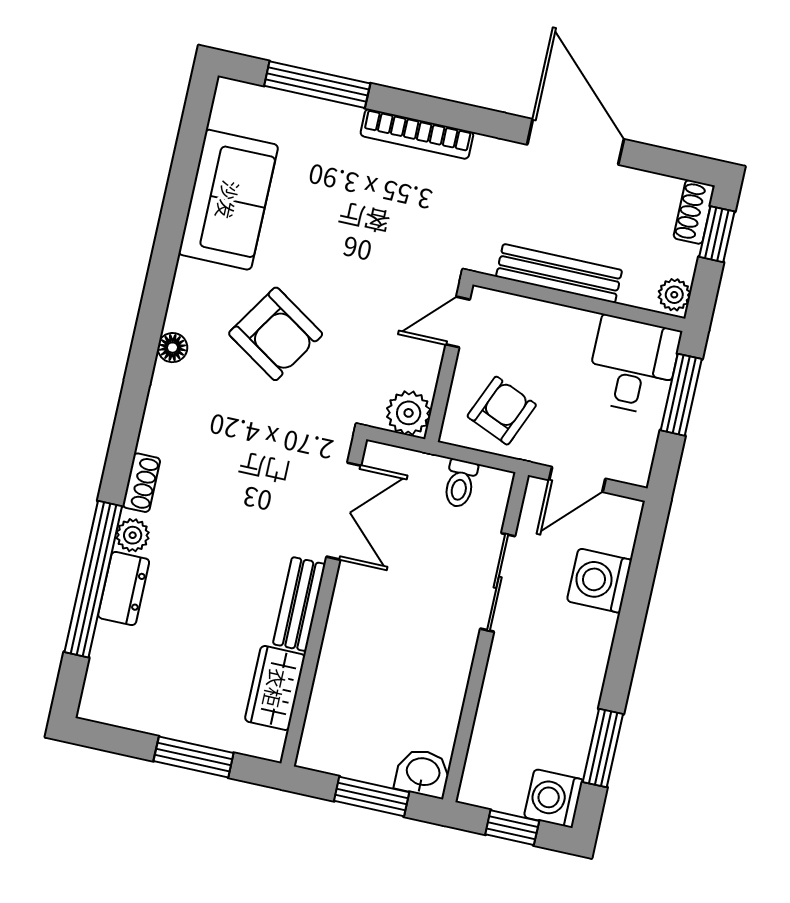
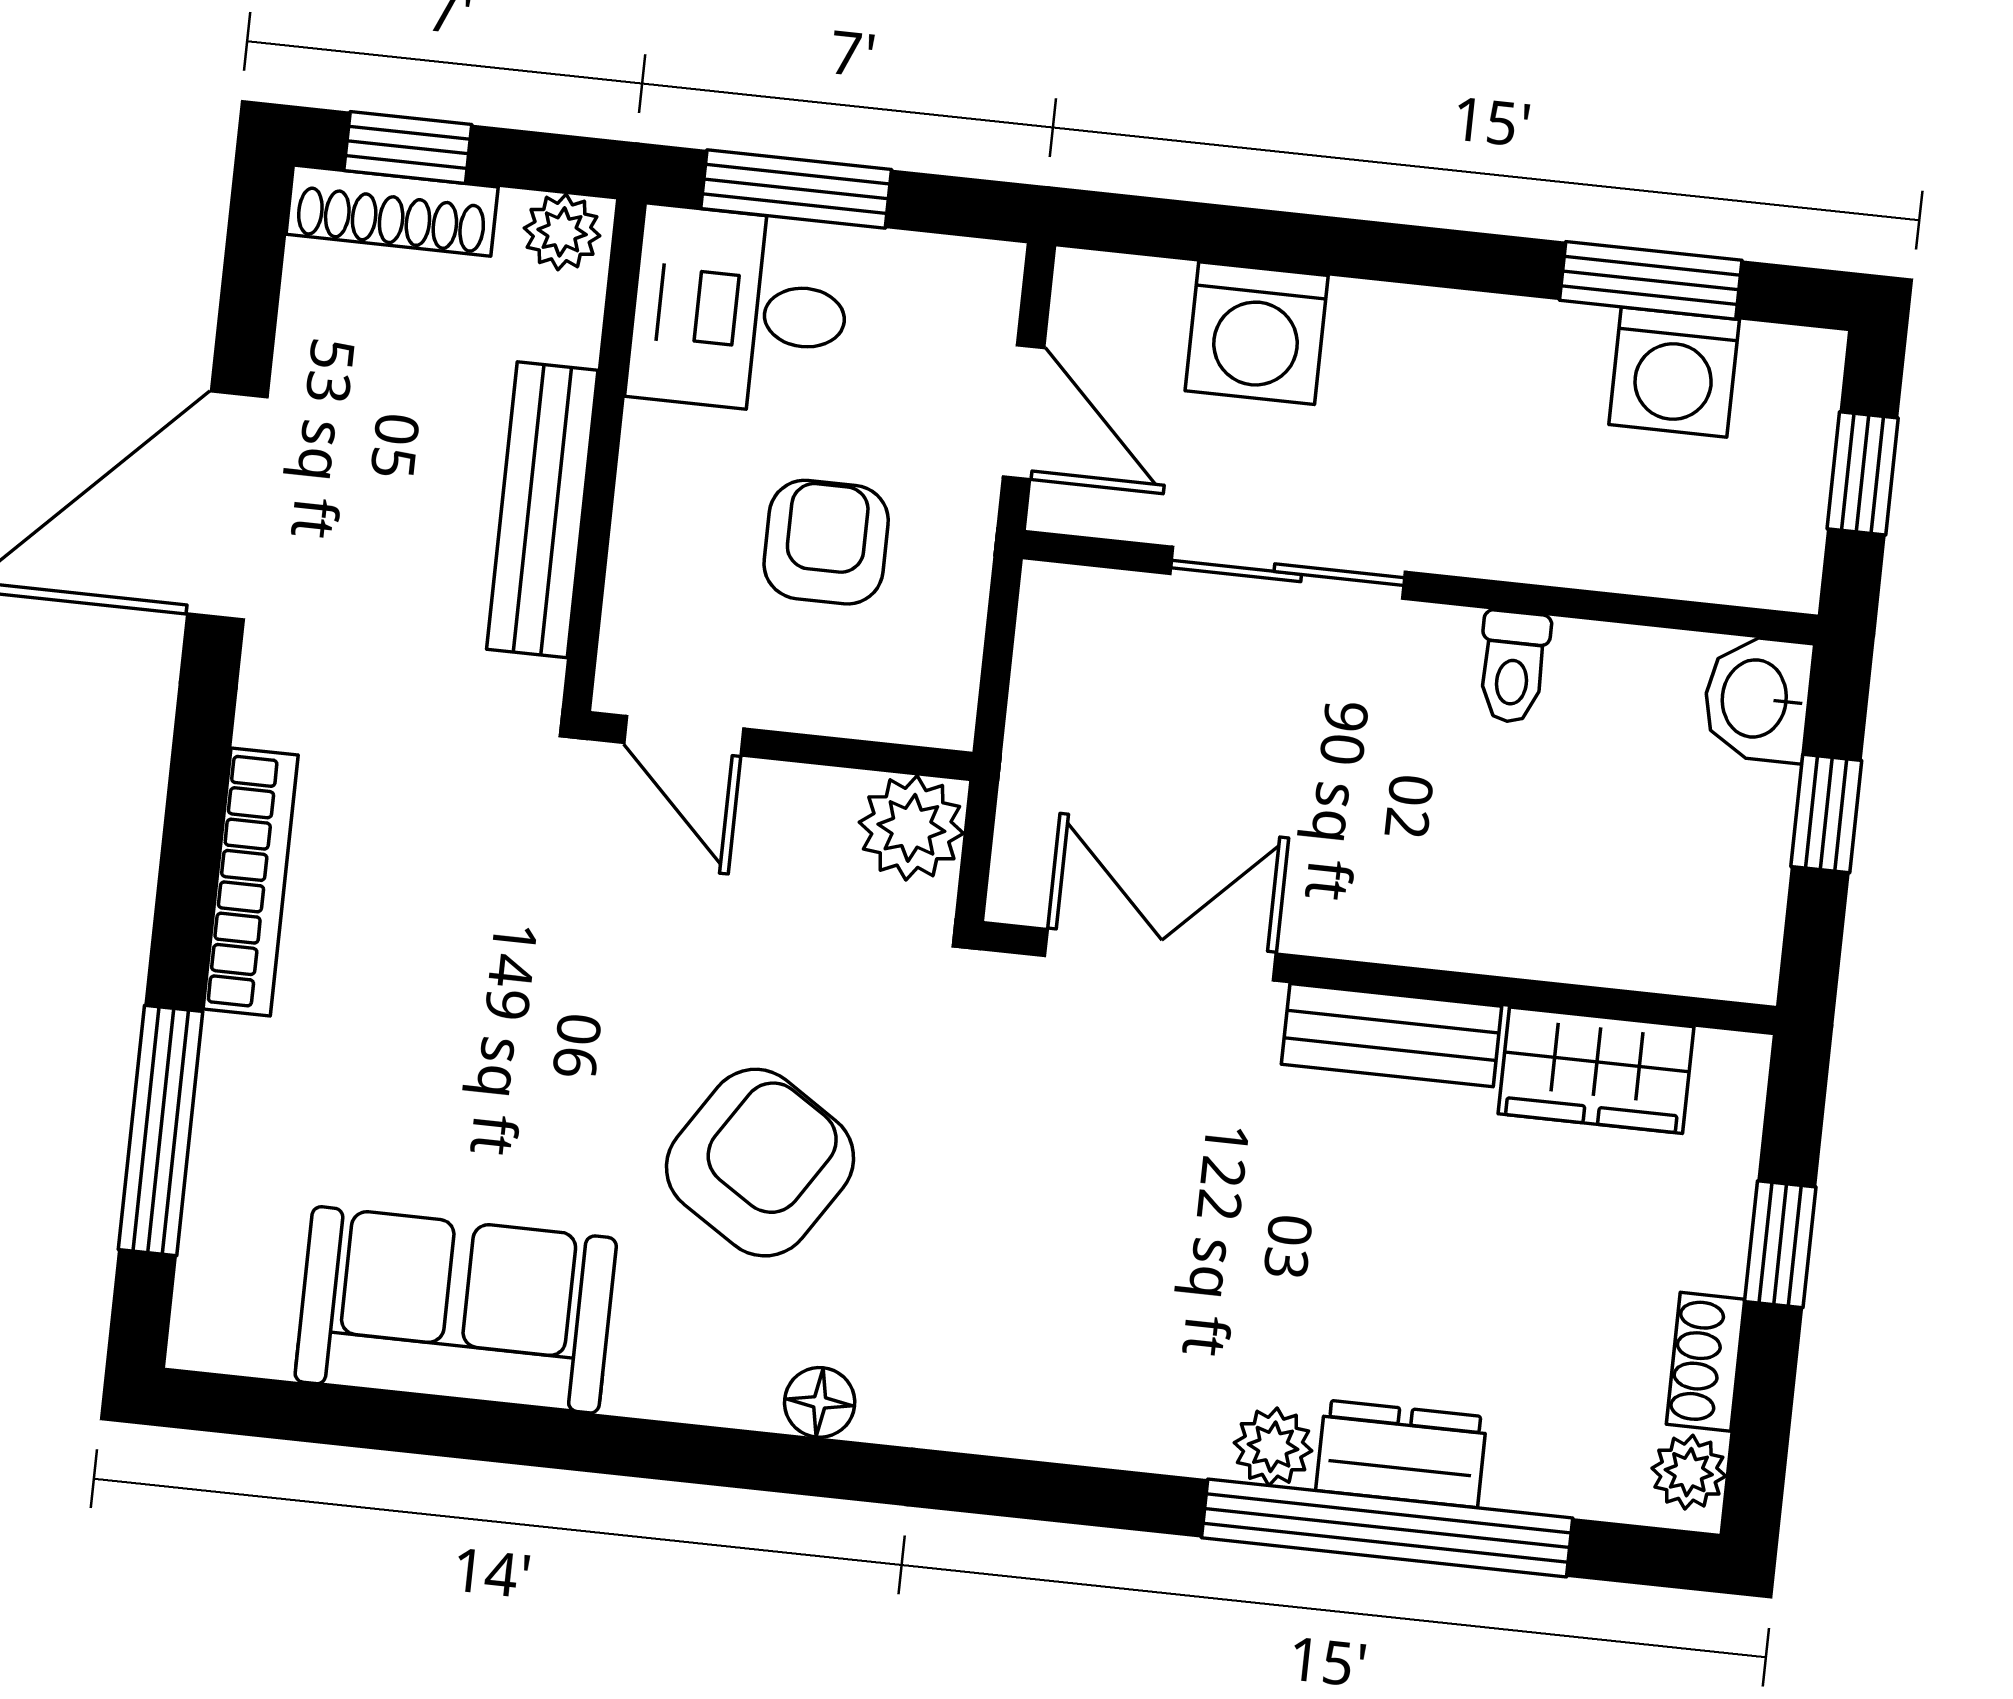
shoe rack: (694, 212) -> (392, 211), width x1.43
armchair: (502, 411) -> (826, 542), moved, turned 67
shoe rack: (141, 483) -> (1706, 1362), moved, turned -90
toilet: (460, 483) -> (1513, 667), moved, turned 90
plant: (102, 708) -> (1689, 1472), added
window: (194, 757) -> (1780, 1244), width x0.67
window: (372, 796) -> (1826, 813), width x0.67
washing machine: (553, 798) -> (1674, 372), moved

